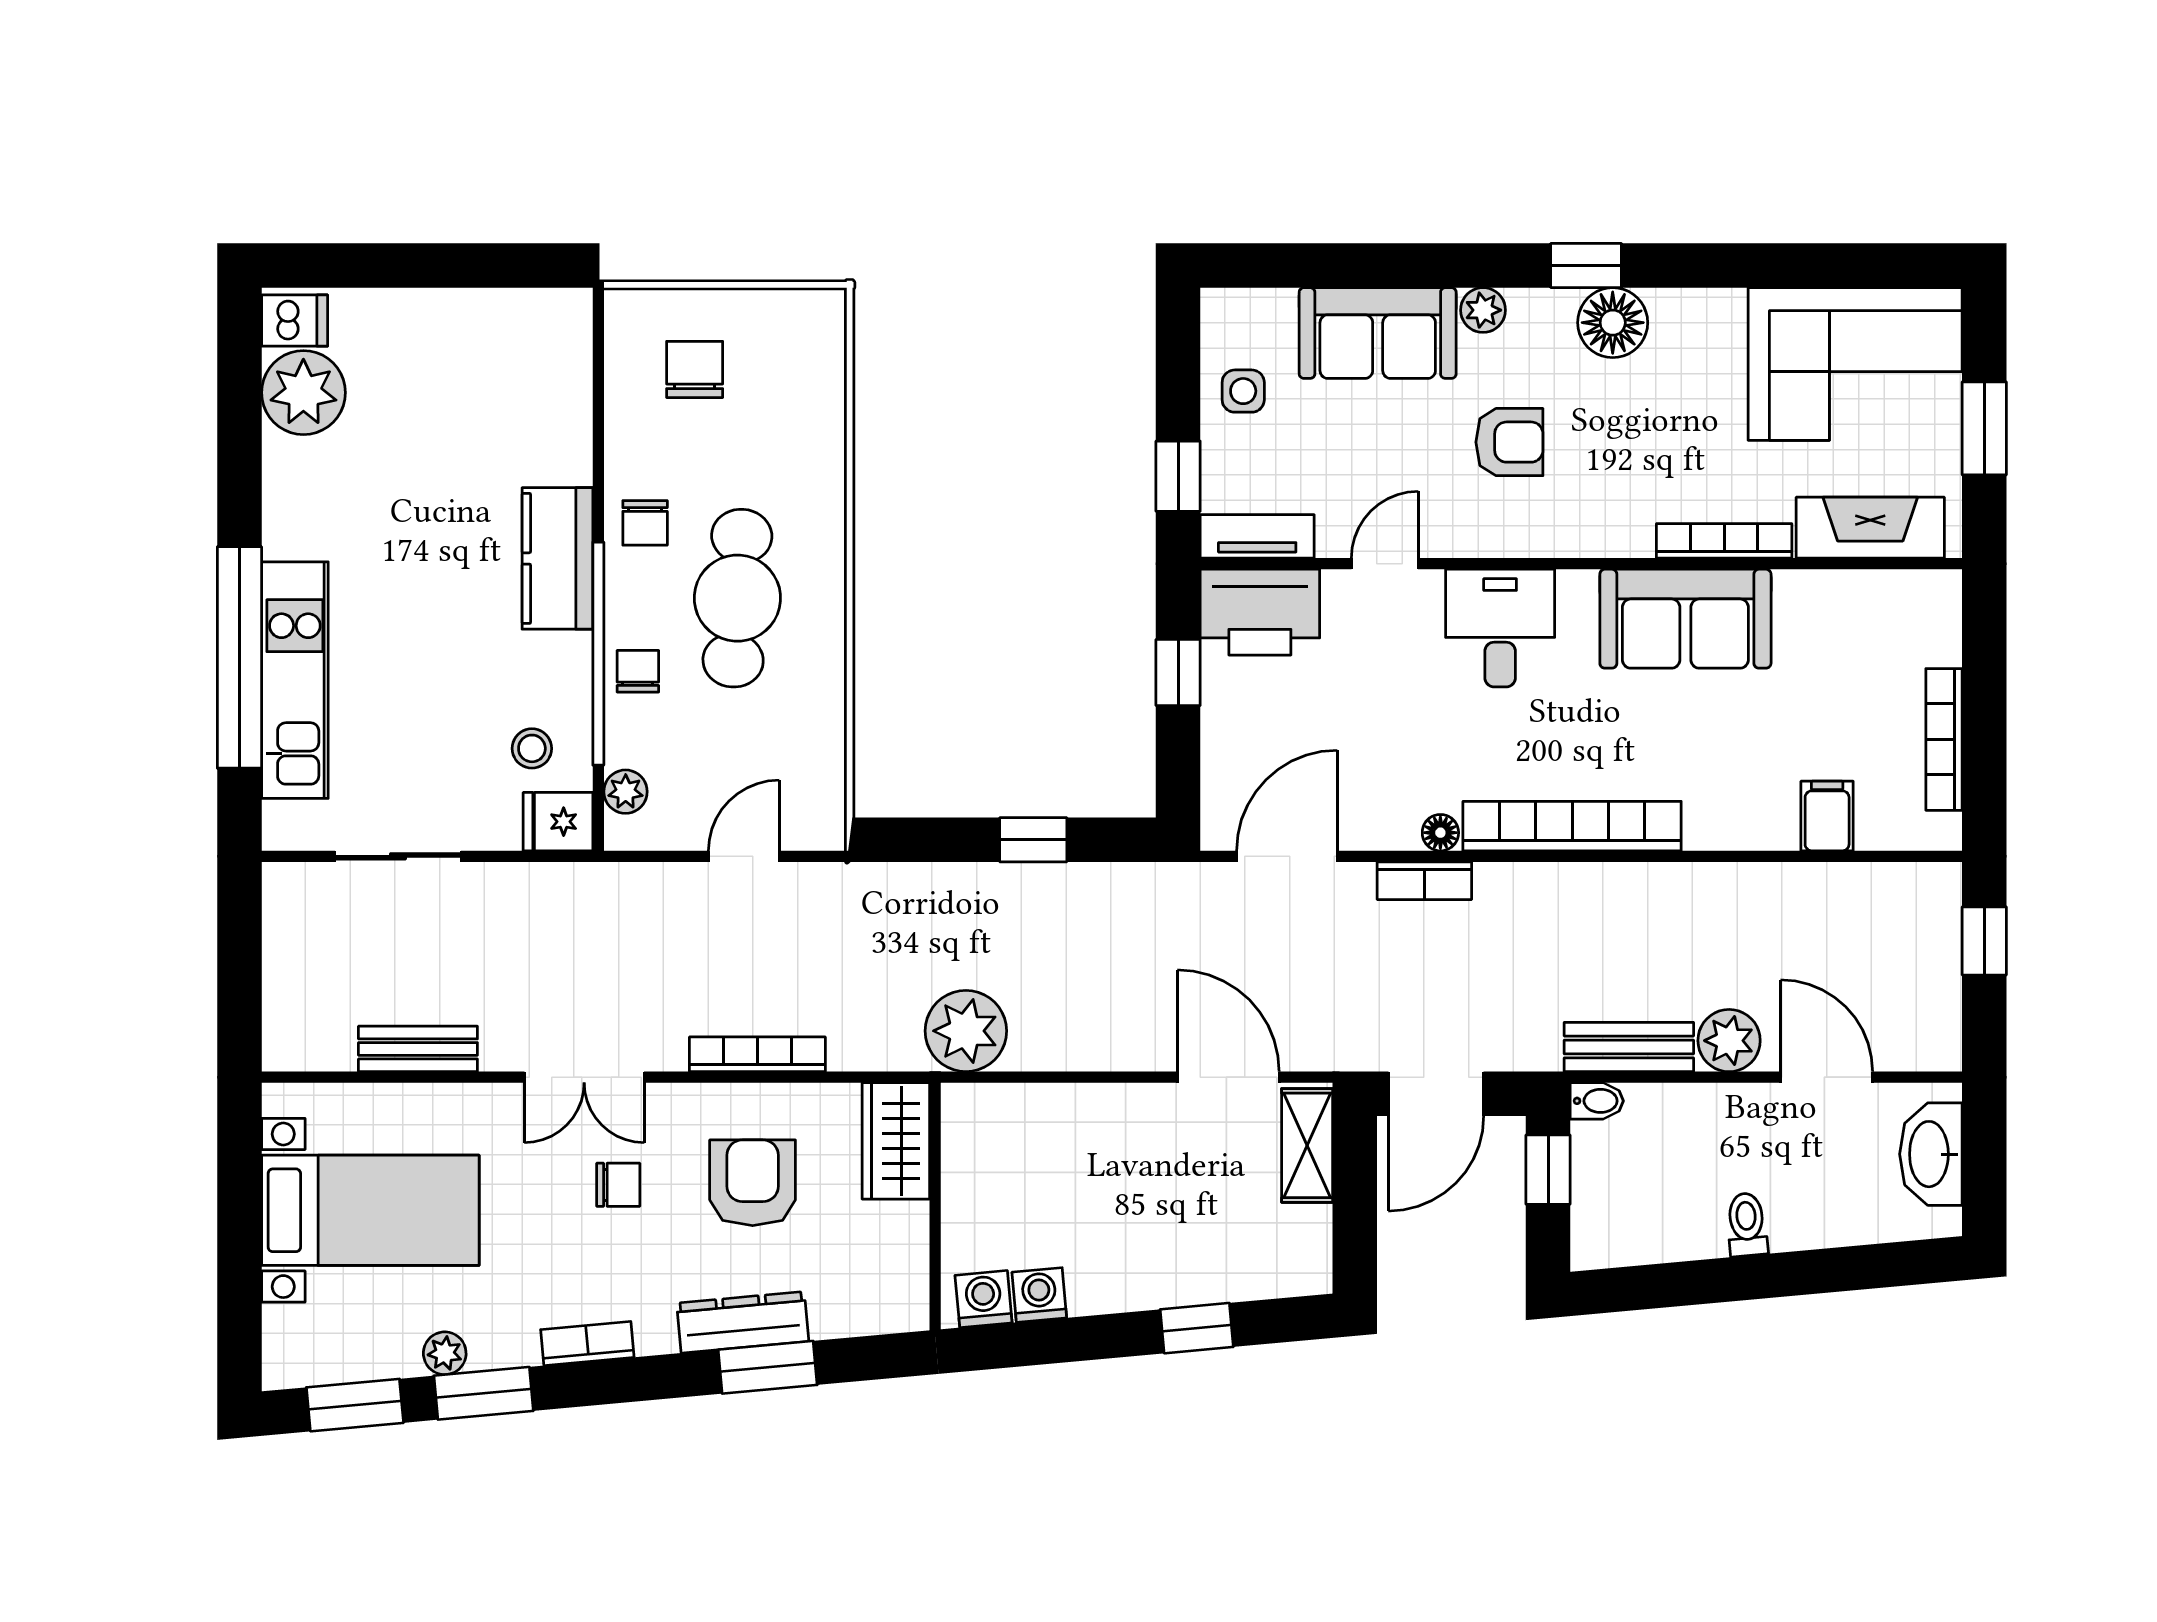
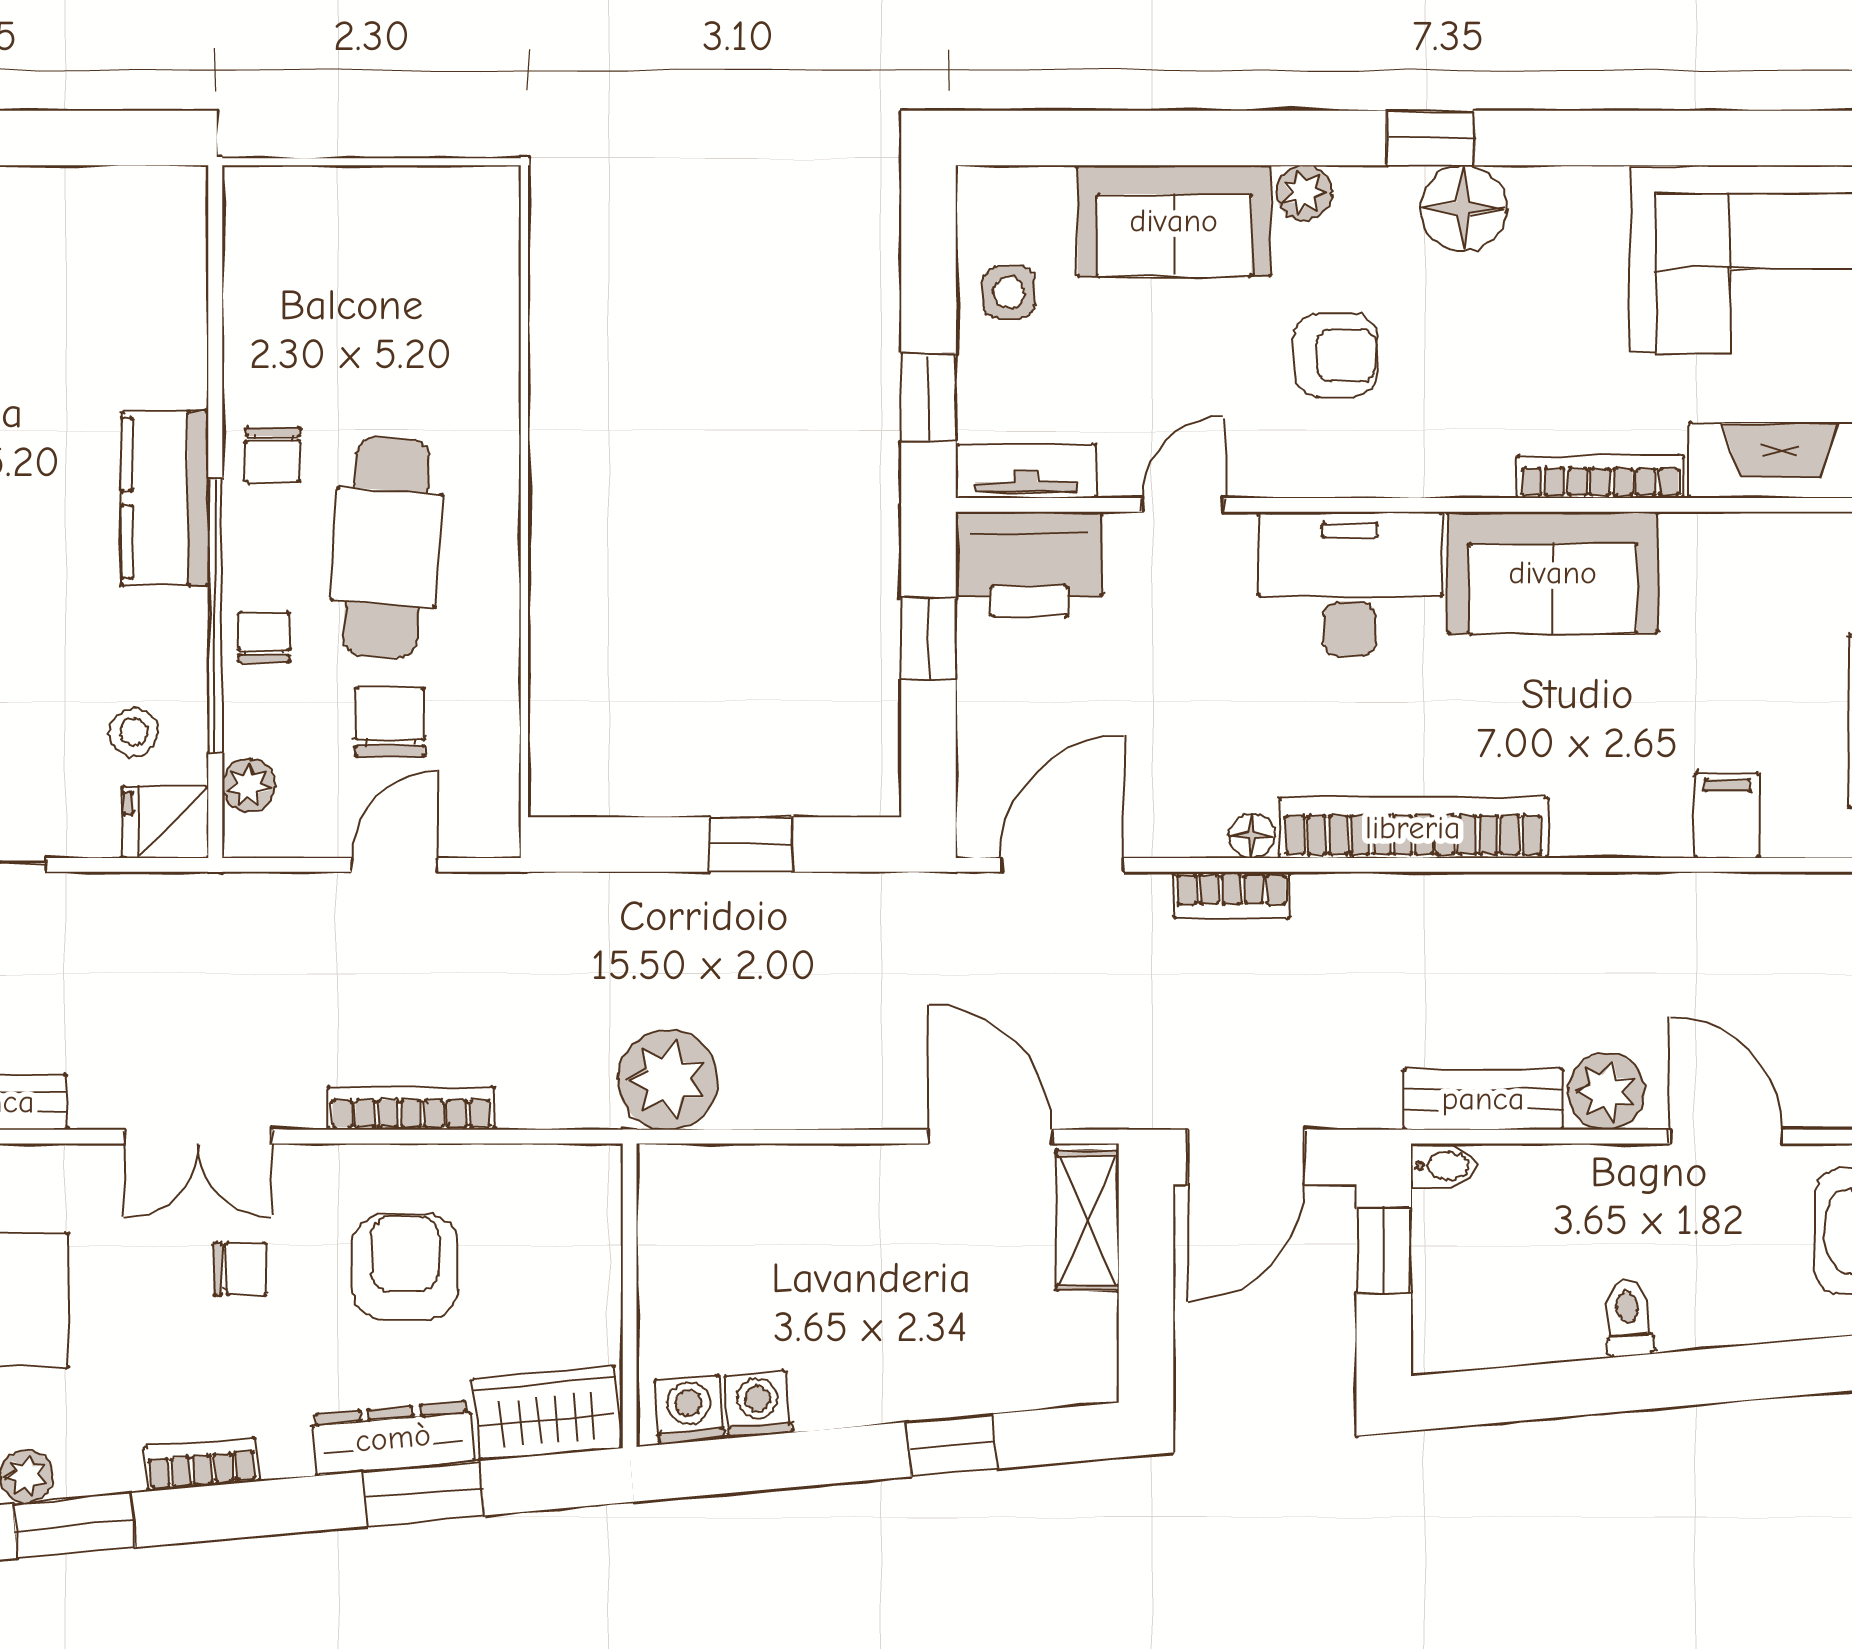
chair: (695, 369) -> (390, 722), moved
desk: (1500, 628) -> (1350, 584), width x1.37
wardrobe: (896, 1141) -> (547, 1413), moved, turned 85

